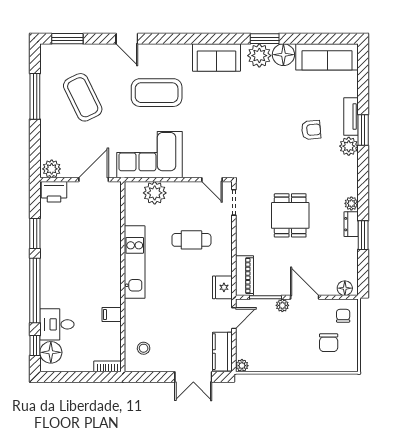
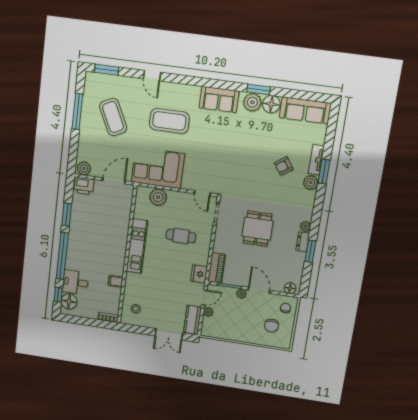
armchair: (311, 130) -> (284, 166), turned 150
plant: (242, 366) -> (208, 312), moved

